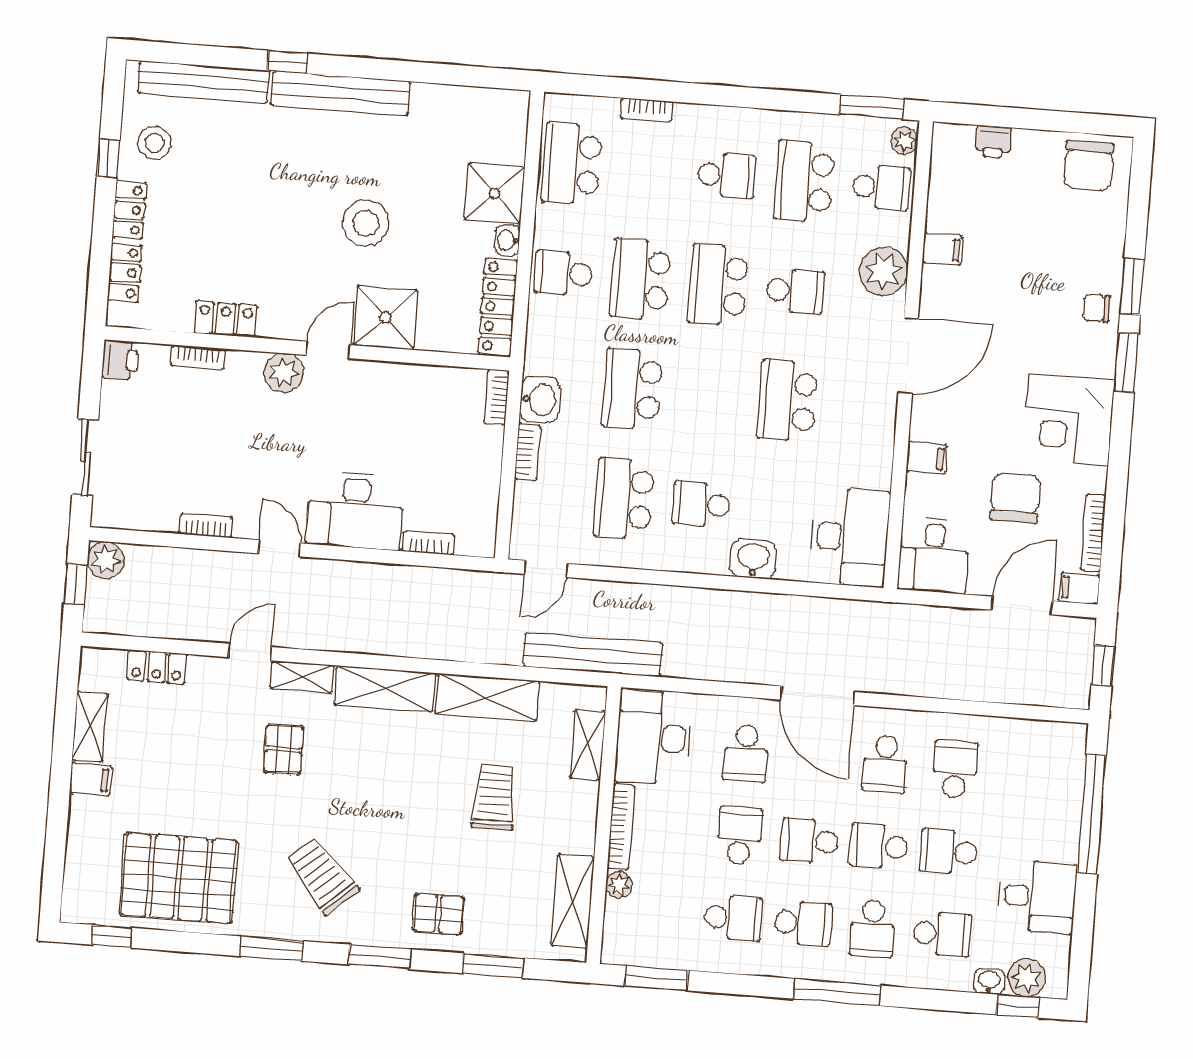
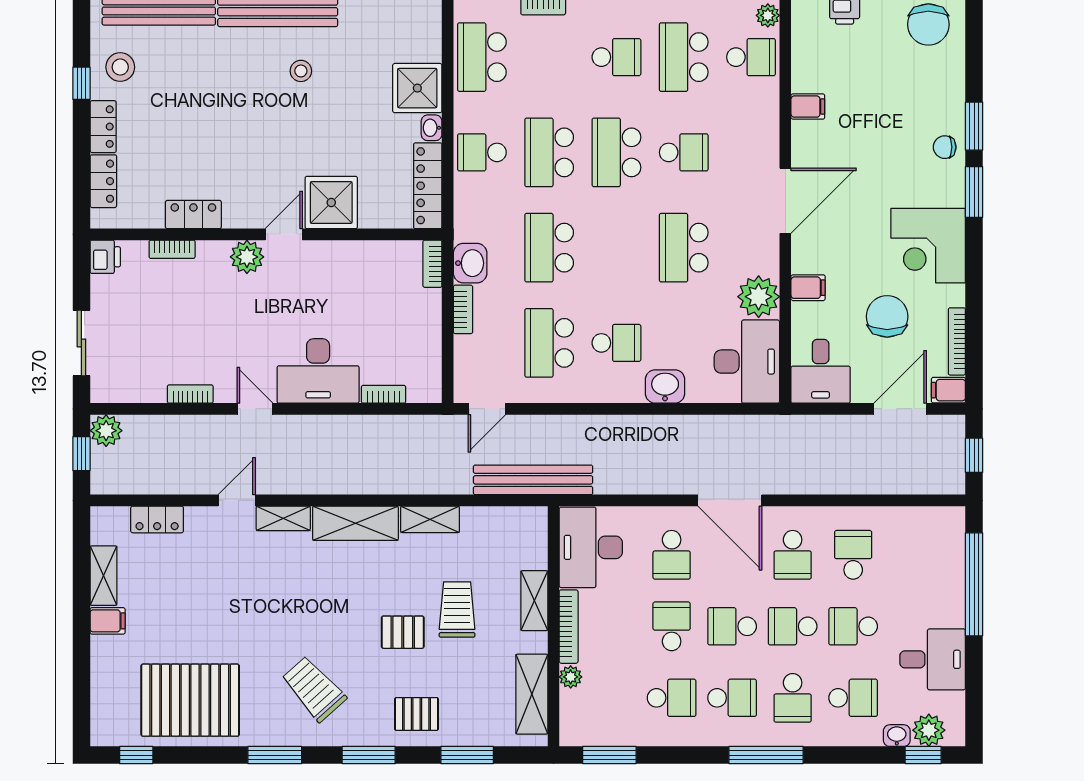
stool: (366, 223) -> (301, 71), moved, width x0.53, depth x0.53
plant: (884, 271) -> (759, 297), moved
school desk: (701, 504) -> (616, 343), turned 180
shelving: (487, 697) -> (430, 519), width x0.67, depth x0.75
shelving: (588, 745) -> (534, 601), moved
pallet: (284, 749) -> (403, 632), moved, turned 90

